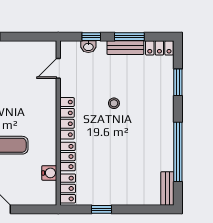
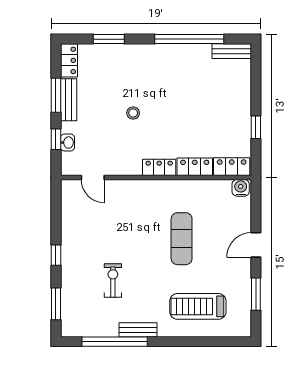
locker: (67, 118) -> (159, 167), width x0.66
water cooler: (49, 173) -> (241, 188), moved

